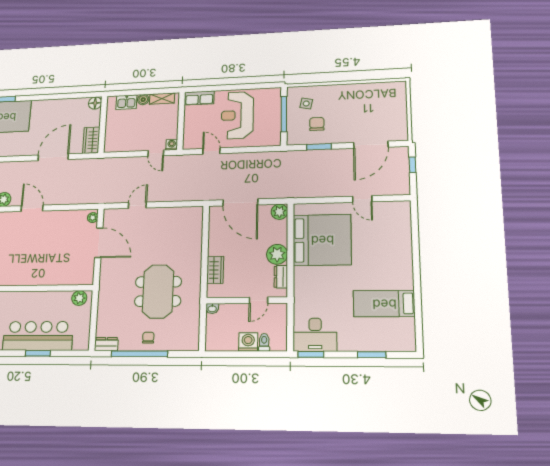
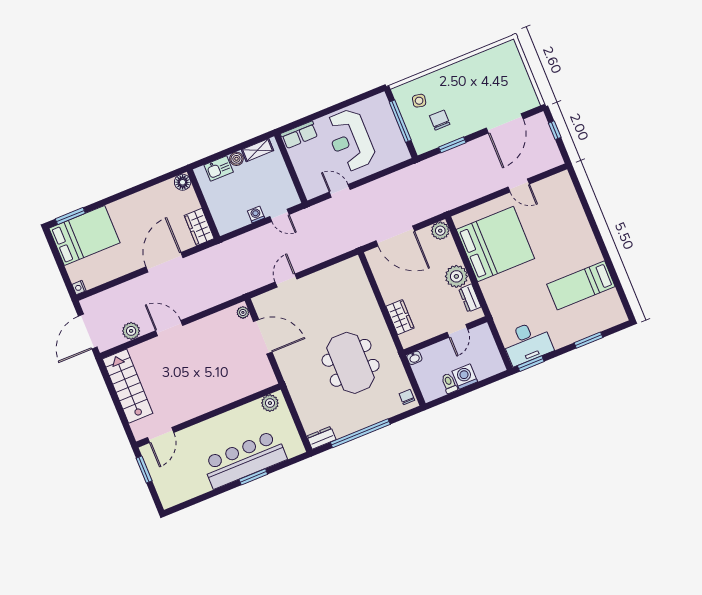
washing machine: (172, 145) -> (256, 214), moved
chair: (148, 338) -> (407, 397), moved
toilet: (264, 342) -> (449, 383), moved

